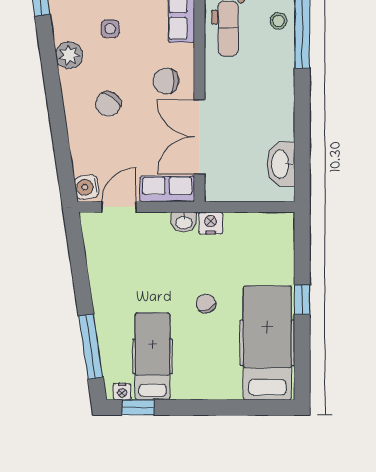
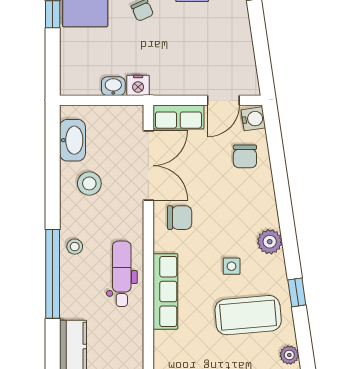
stool: (278, 21) -> (75, 247), moved
chair: (108, 104) -> (245, 156), moved, turned 144
stool: (263, 118) -> (89, 183), added
washbasin: (184, 222) -> (113, 86), moved

